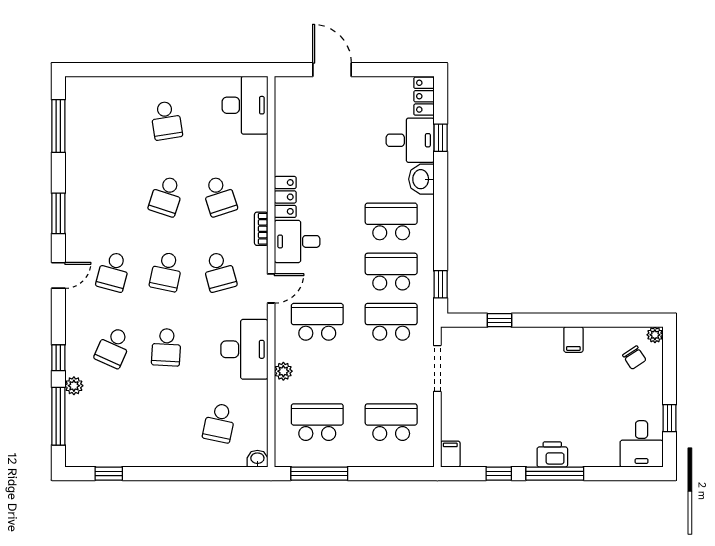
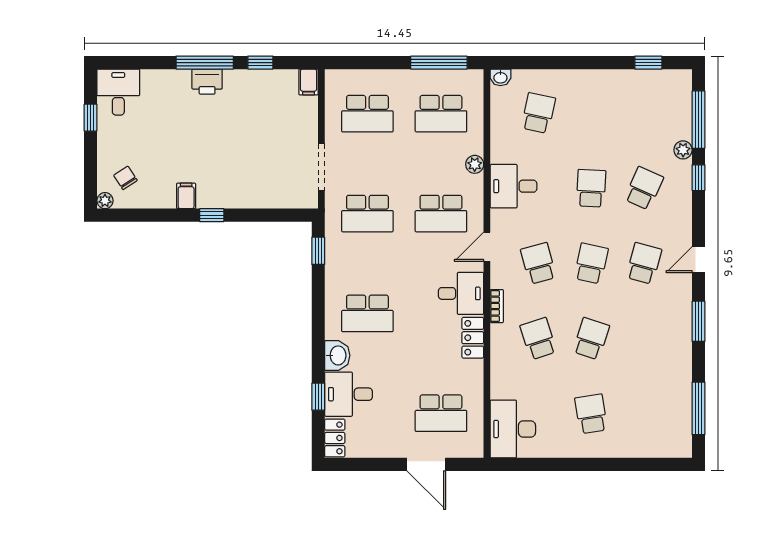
school desk: (391, 272) -> (441, 413), moved
window: (499, 320) -> (212, 215), moved
desk: (244, 349) -> (513, 186), width x0.73

